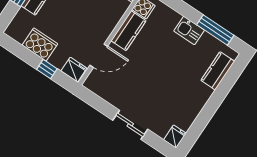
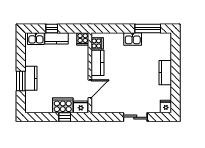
cooker: (40, 44) -> (63, 105), moved
kitchen counter: (218, 71) -> (165, 73), moved

